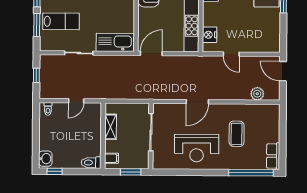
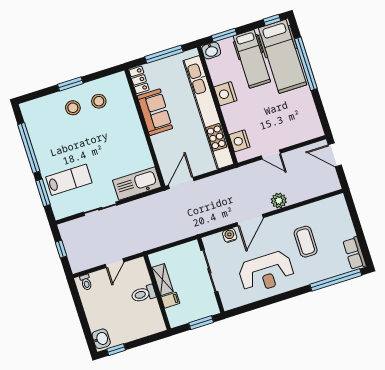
plant: (257, 94) -> (279, 201), moved
water cooler: (177, 109) -> (230, 235), added
filing cabinet: (111, 158) -> (170, 300), moved
toilet: (91, 163) -> (143, 294), moved

